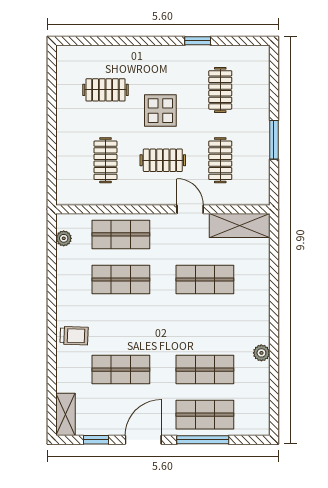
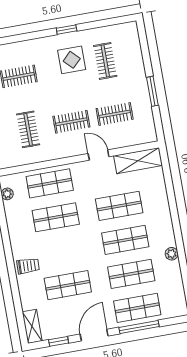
window: (198, 41) -> (67, 30), moved
display table: (160, 111) -> (72, 60), moved
clothes rail: (220, 160) -> (115, 114), turned 90
shop shelf: (205, 325) -> (125, 240), added

